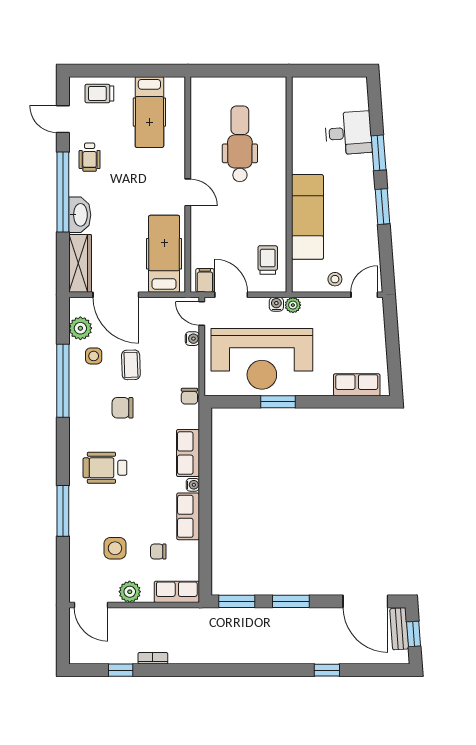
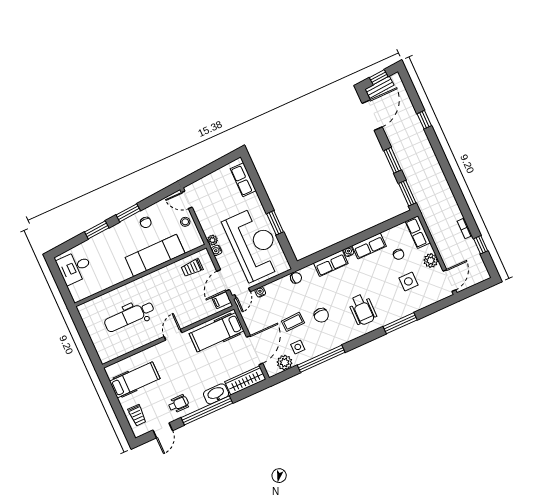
desk: (348, 133) -> (75, 267), moved, turned -86
chair: (358, 225) -> (146, 222), added

